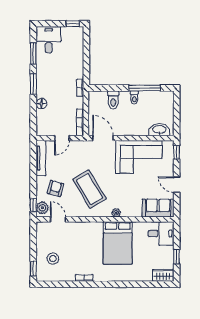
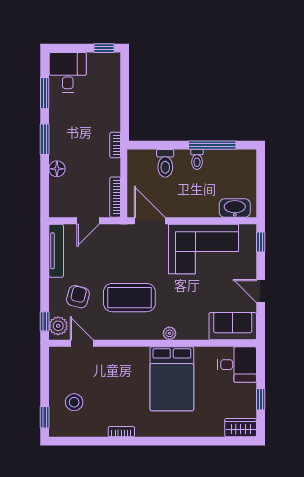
coffee table: (90, 189) -> (129, 298), turned -59

